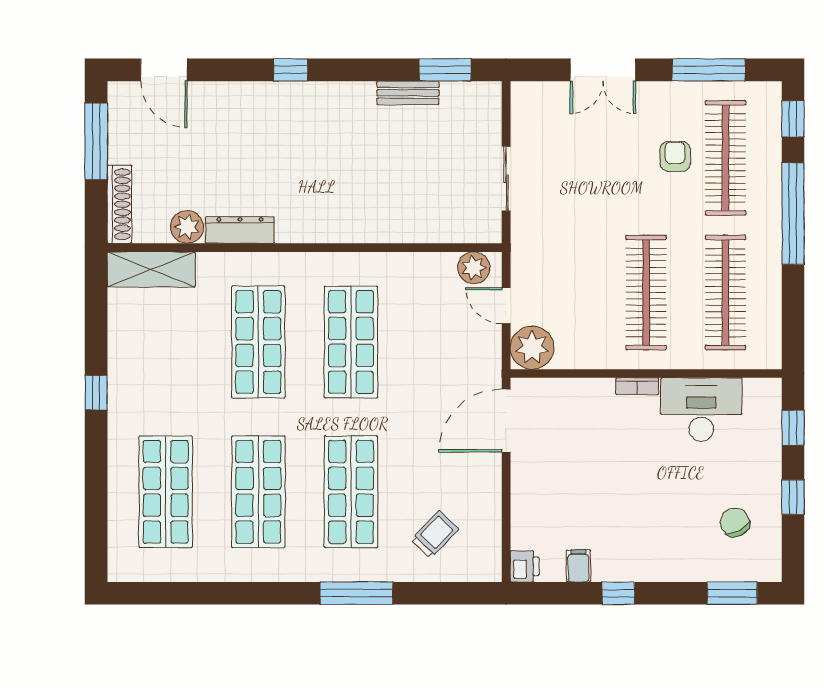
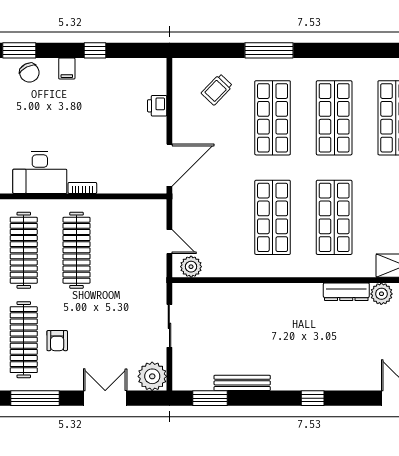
bench: (408, 93) -> (242, 383), width x1.36
plant: (532, 348) -> (152, 376), moved
chair: (735, 522) -> (29, 73), moved
printer: (525, 566) -> (157, 106), moved
filing cabinet: (578, 566) -> (67, 69), moved

